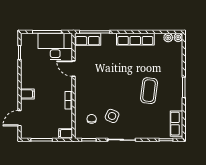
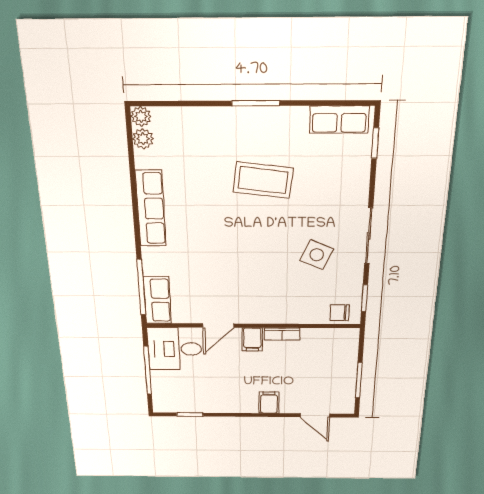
desk: (55, 46) -> (175, 349), width x0.73
chair: (92, 119) -> (340, 313), moved
filing cabinet: (66, 134) -> (252, 339), moved

